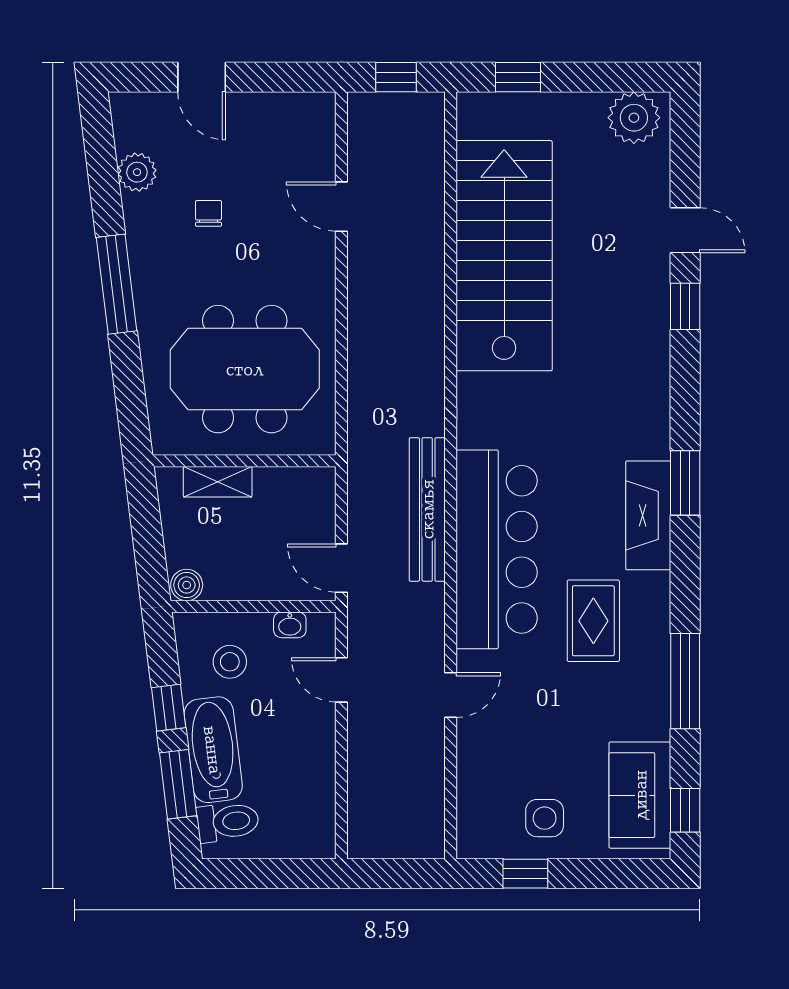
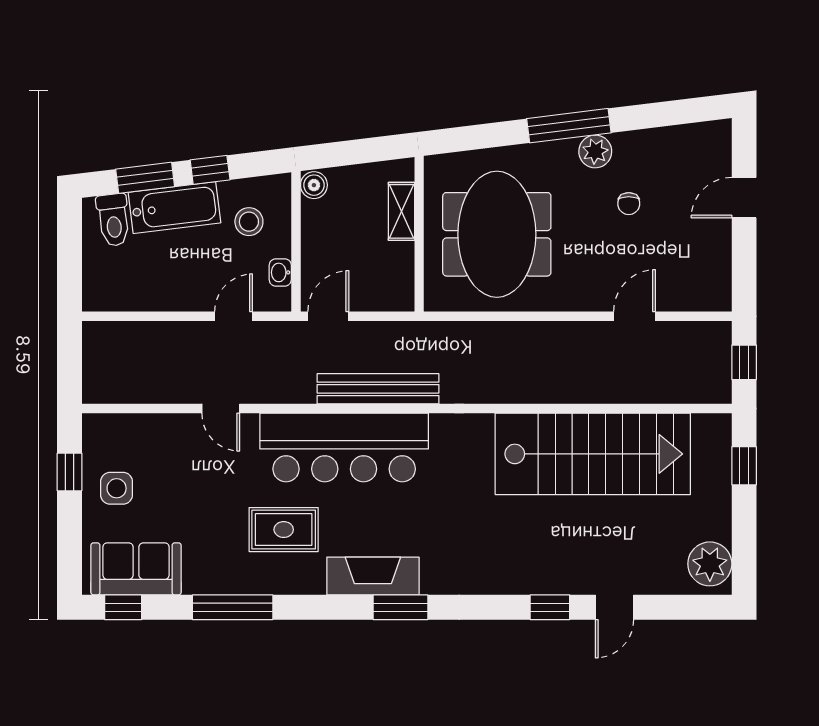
plant: (137, 172) -> (595, 151), moved
chair: (209, 213) -> (629, 204), turned 90

